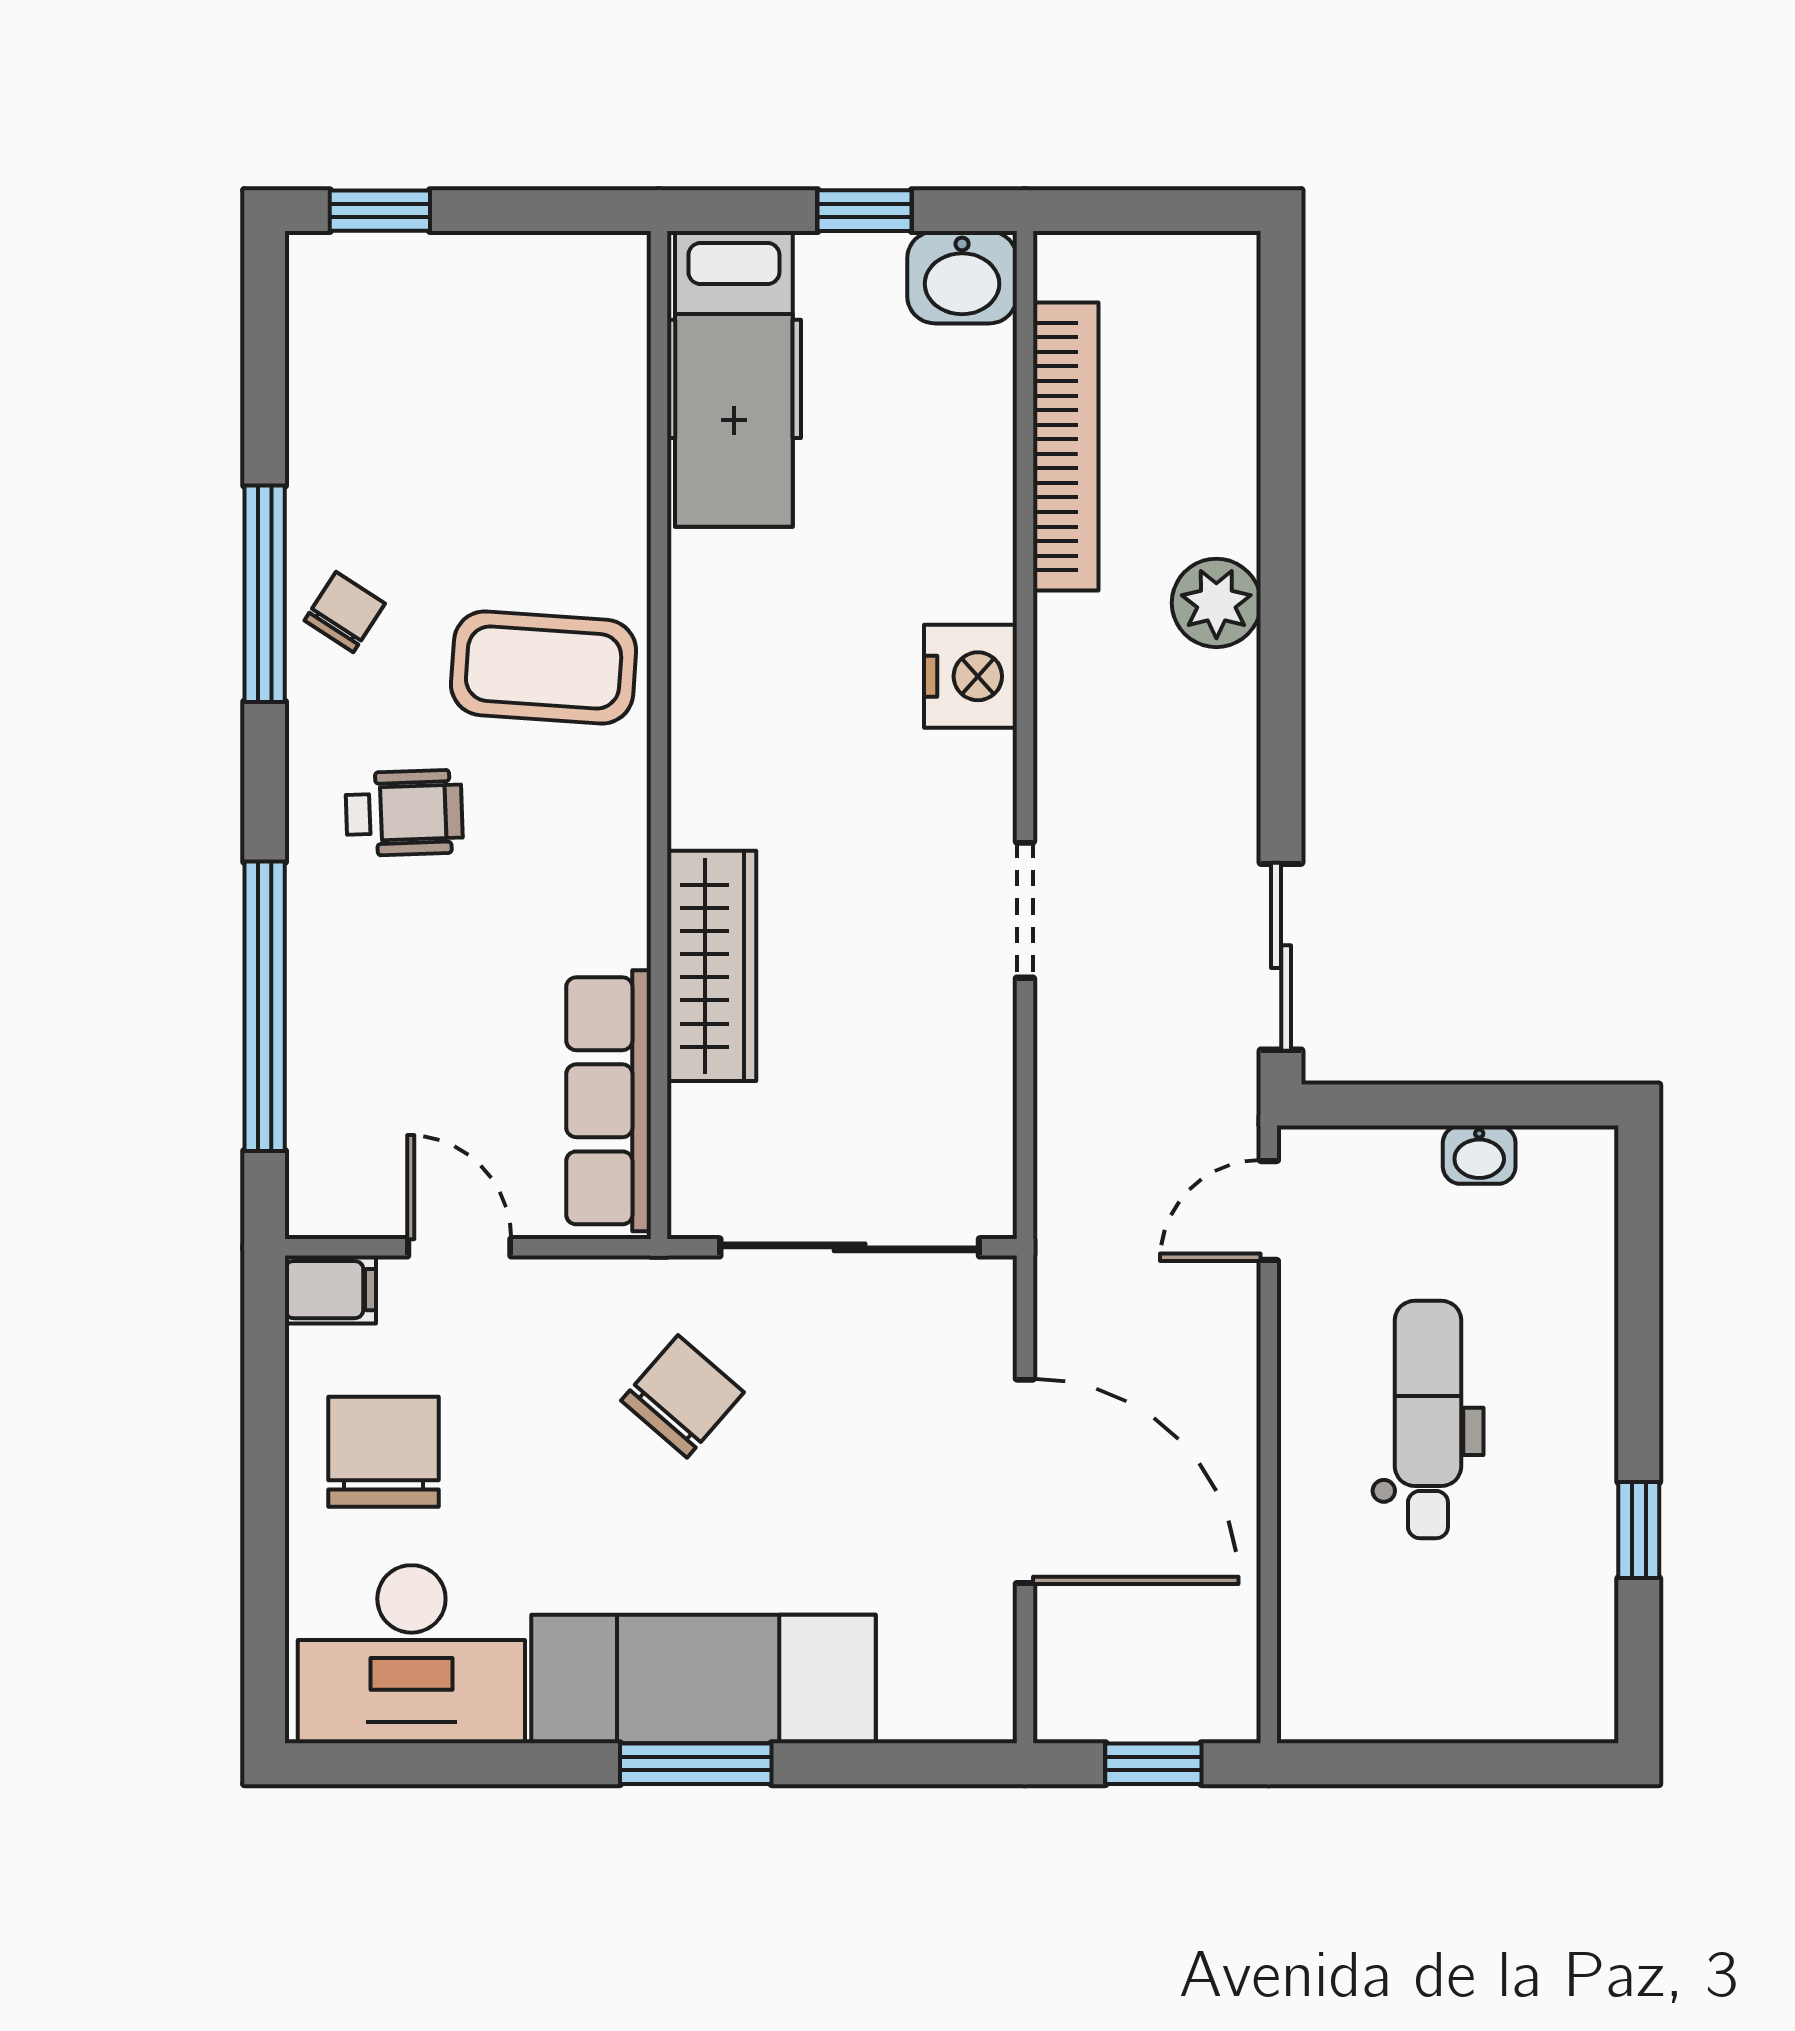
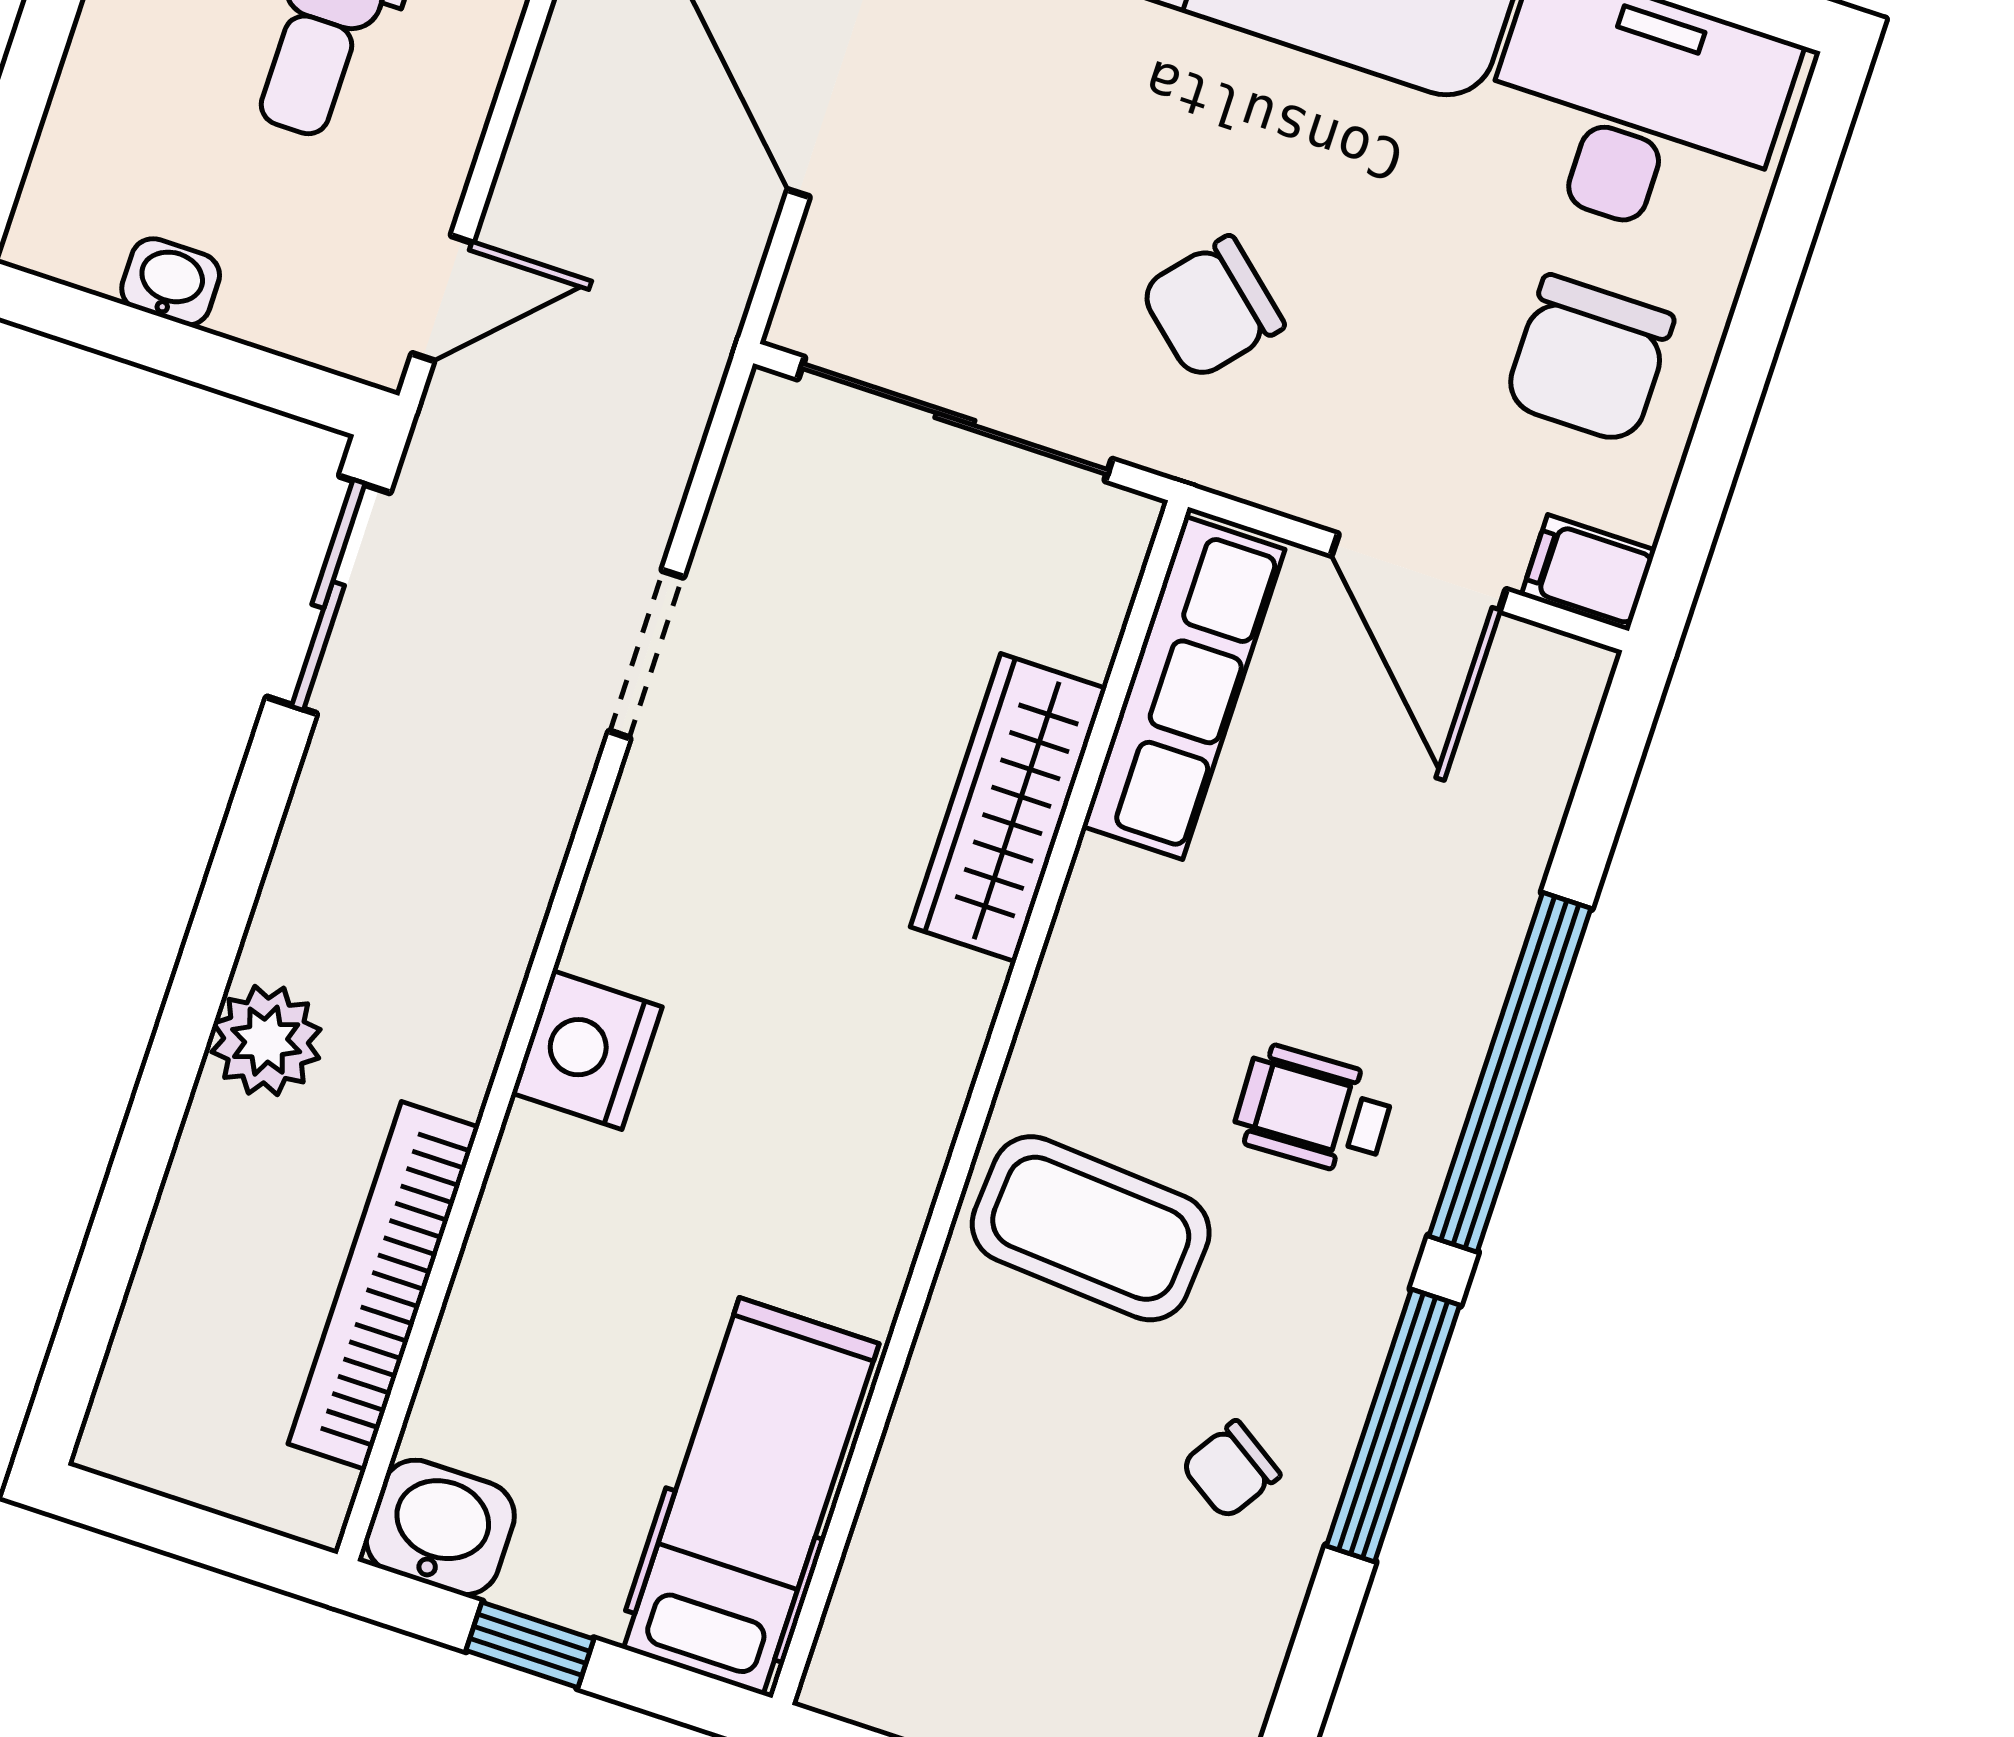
chair: (345, 612) -> (1231, 1470), moved
doorway: (1025, 910) -> (646, 654), moved
window: (265, 1006) -> (1510, 1072), moved
door: (459, 1247) -> (1419, 572), width x1.38

